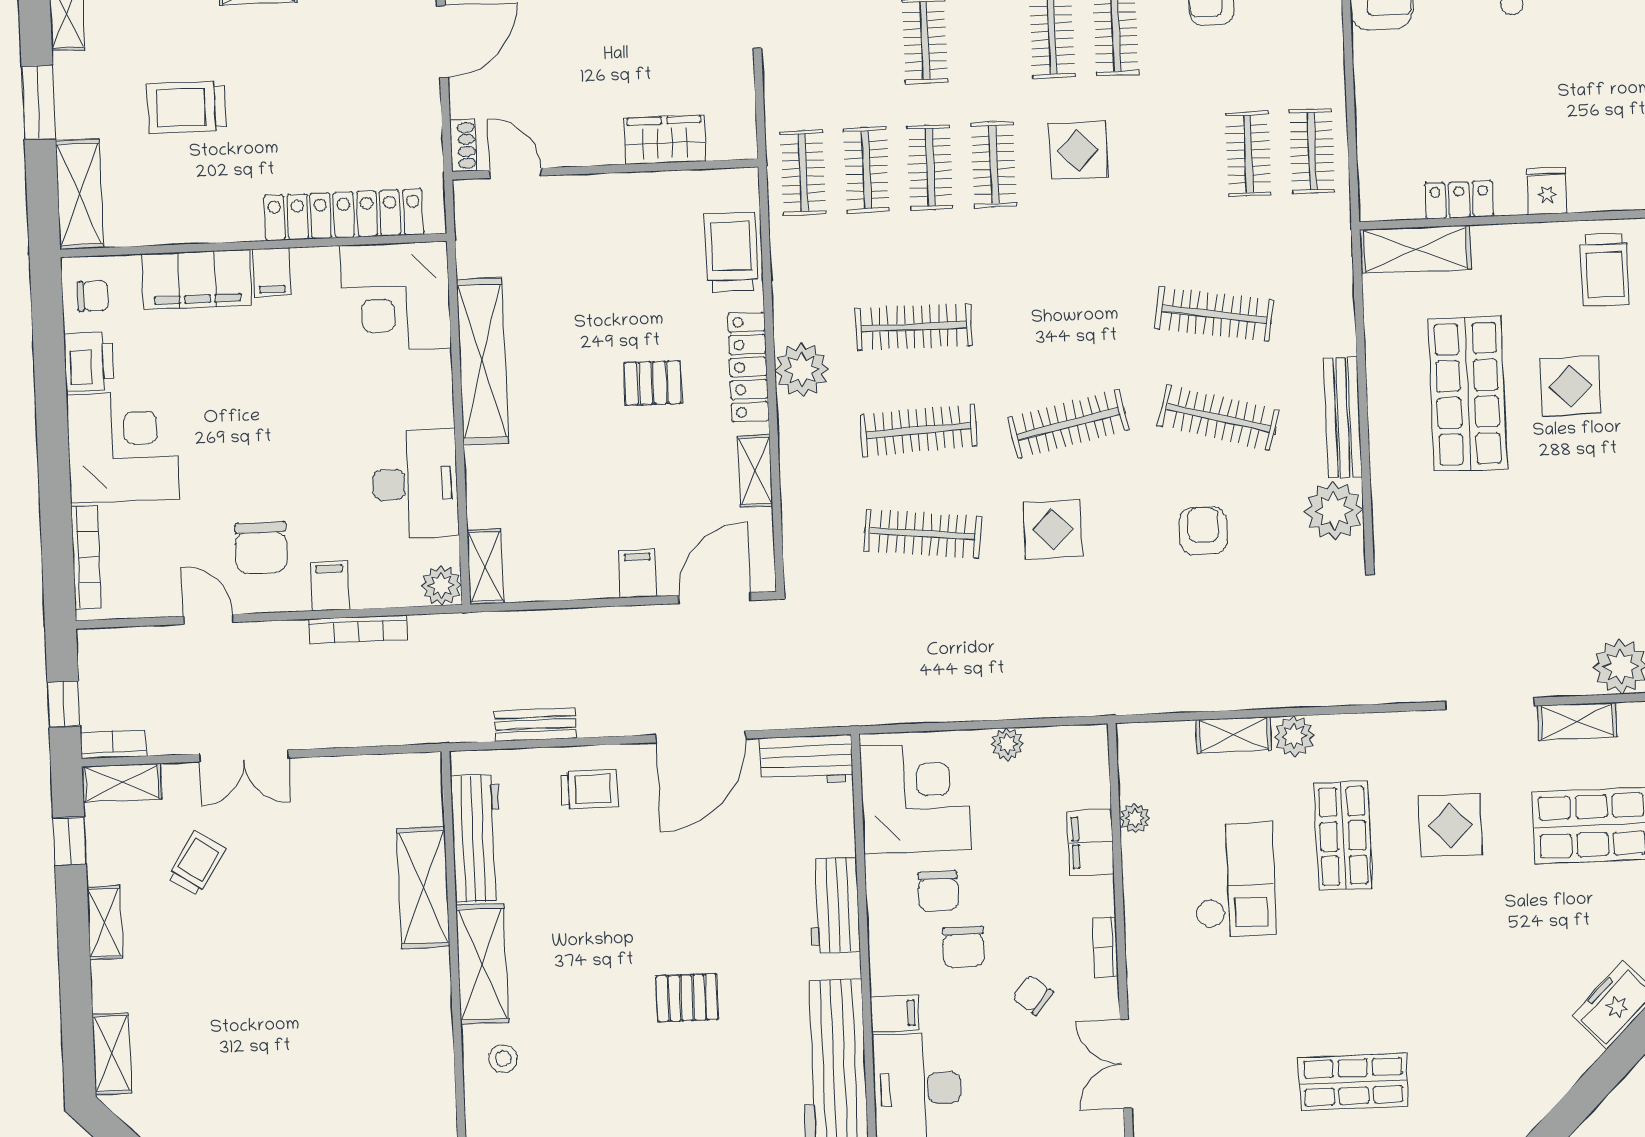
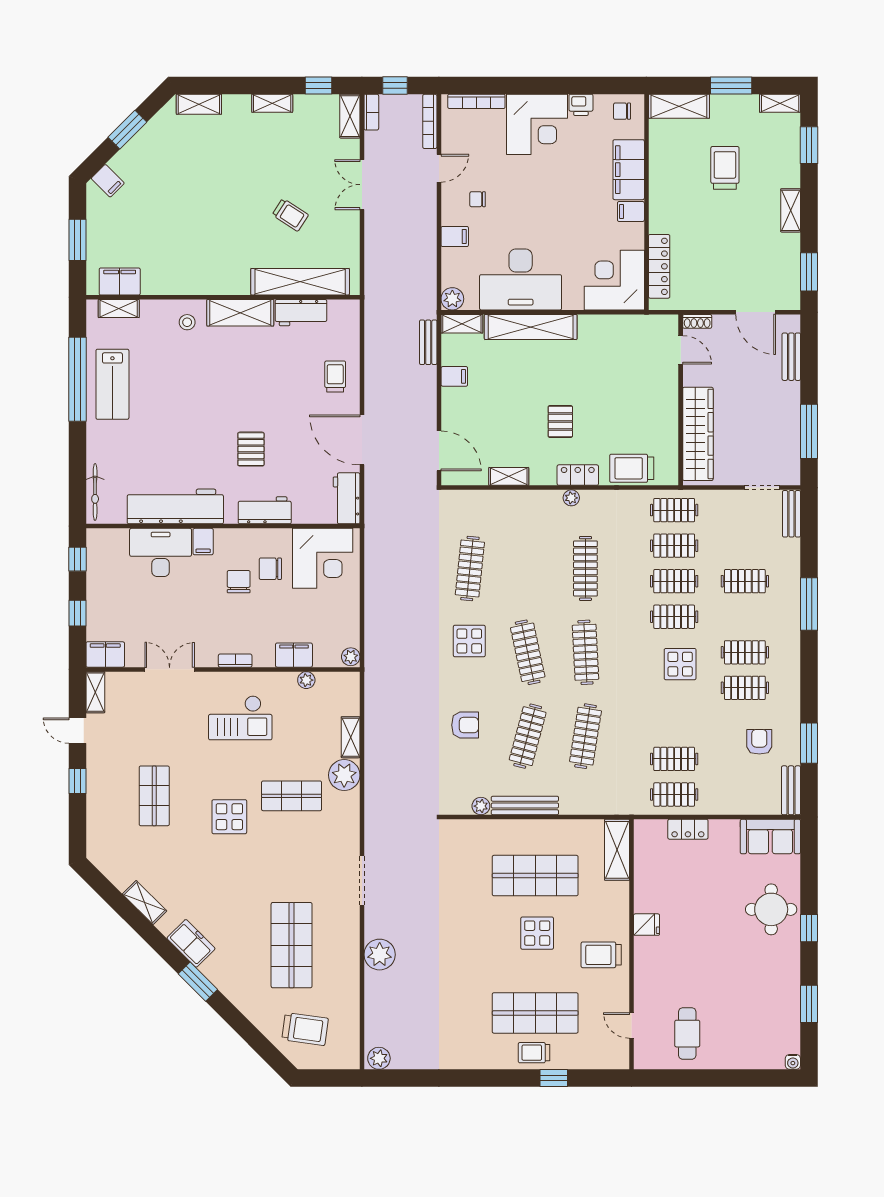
wardrobe: (665, 140) -> (698, 434), width x2.10, depth x1.17
door: (516, 173) -> (681, 350), hinge flipped
locker: (1459, 200) -> (688, 829), moved, turned 90
locker: (344, 215) -> (659, 266), width x0.71, depth x0.83
trolley: (731, 252) -> (632, 468), turned 180
chair: (93, 296) -> (622, 111), turned 90
shelving: (482, 361) -> (531, 327), moved
printer: (89, 362) -> (581, 105), width x0.73, depth x0.81
locker: (748, 367) -> (578, 475), width x0.66
plant: (802, 370) -> (571, 498), width x0.53, depth x0.53
clothes rail: (918, 430) -> (585, 652), moved
desk: (415, 484) -> (521, 279), width x1.36, depth x1.30
plant: (1334, 511) -> (481, 806), width x0.53, depth x0.53
chair: (261, 548) -> (478, 199), width x0.54, depth x0.54
filing cabinet: (638, 574) -> (454, 376), moved
bookcase: (358, 629) -> (430, 121), moved
shelving: (1577, 721) -> (145, 903), moved, turned -45
bench: (536, 724) -> (428, 342), moved
plant: (1294, 736) -> (344, 775), width x1.36, depth x1.36
plant: (1007, 744) -> (351, 657), moved
trolley: (589, 789) -> (335, 376), turned 180
display table: (1450, 825) -> (229, 817), moved
workbench: (477, 838) -> (301, 313), width x0.73
trolley: (197, 863) -> (290, 215), moved
checkout: (1234, 880) -> (240, 718), moved
shelving: (423, 887) -> (300, 282), width x1.47
chair: (964, 947) -> (239, 582), turned 90
chair: (1033, 995) -> (210, 619), removed
pallet: (687, 998) -> (251, 449), moved

